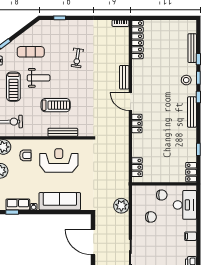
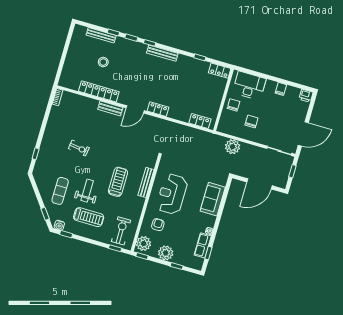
locker: (137, 40) -> (99, 91), moved
stool: (186, 80) -> (103, 62), moved
sofa: (60, 201) -> (213, 199), width x0.73

